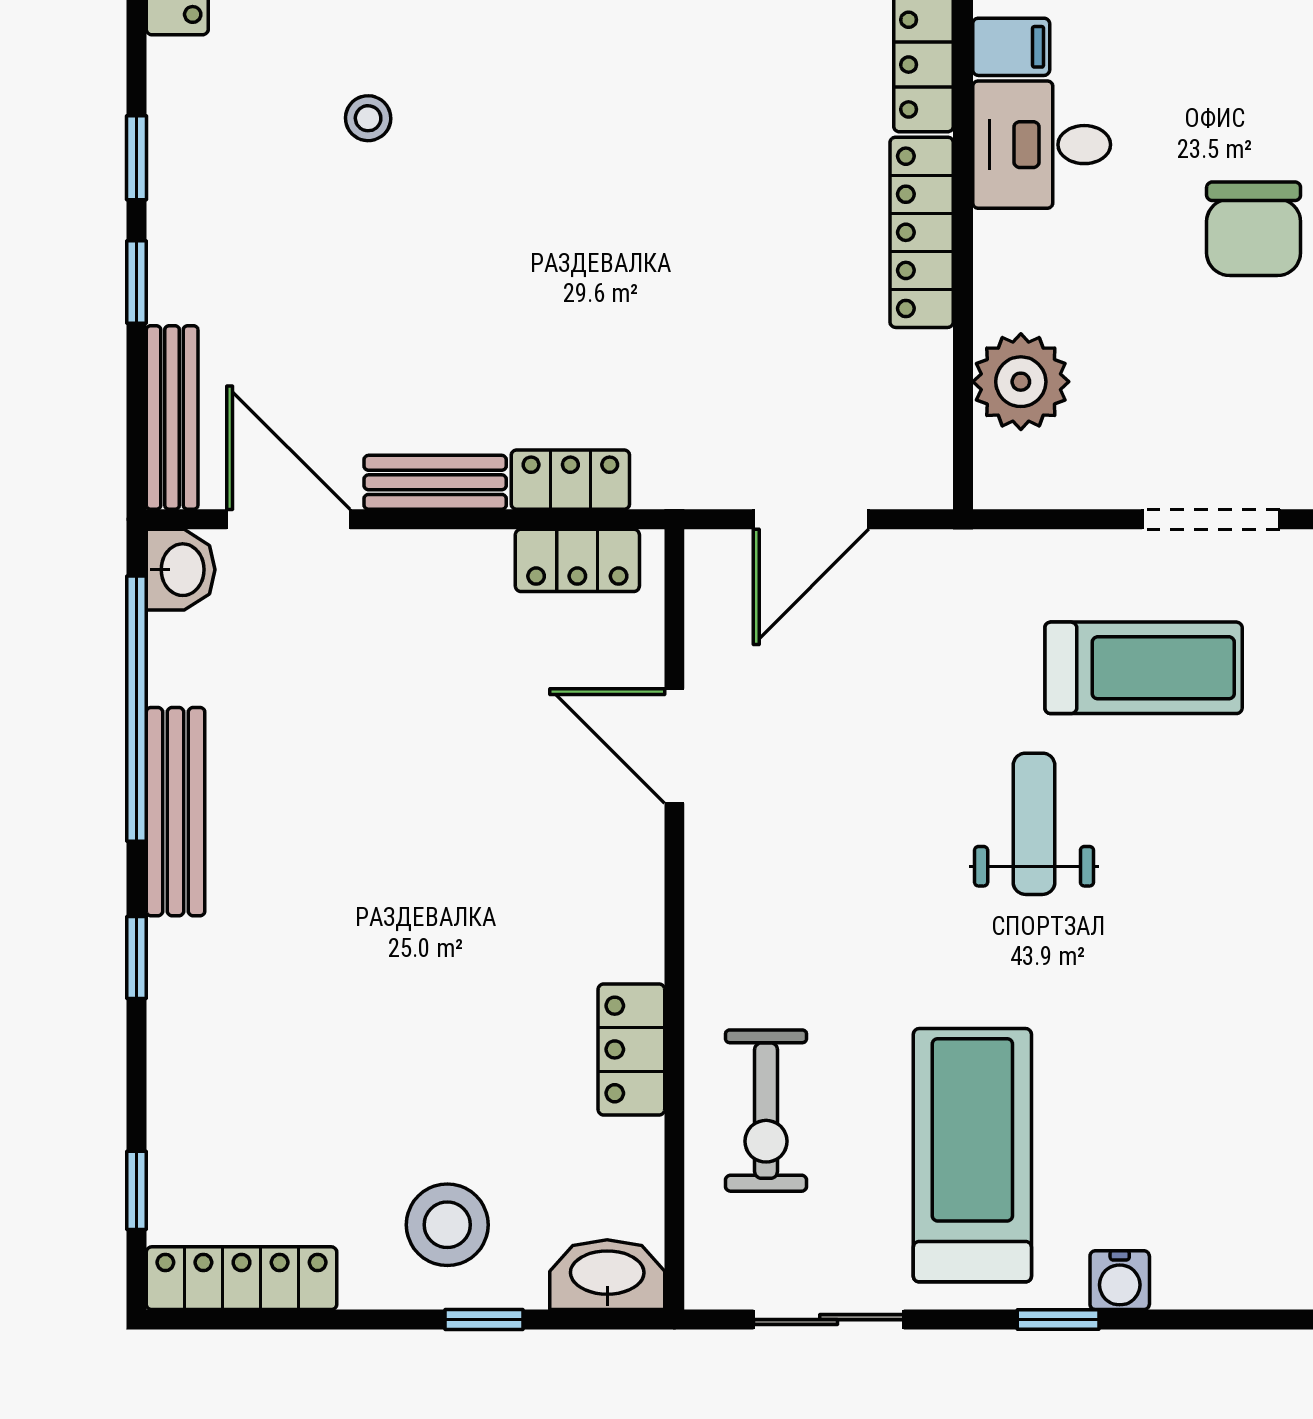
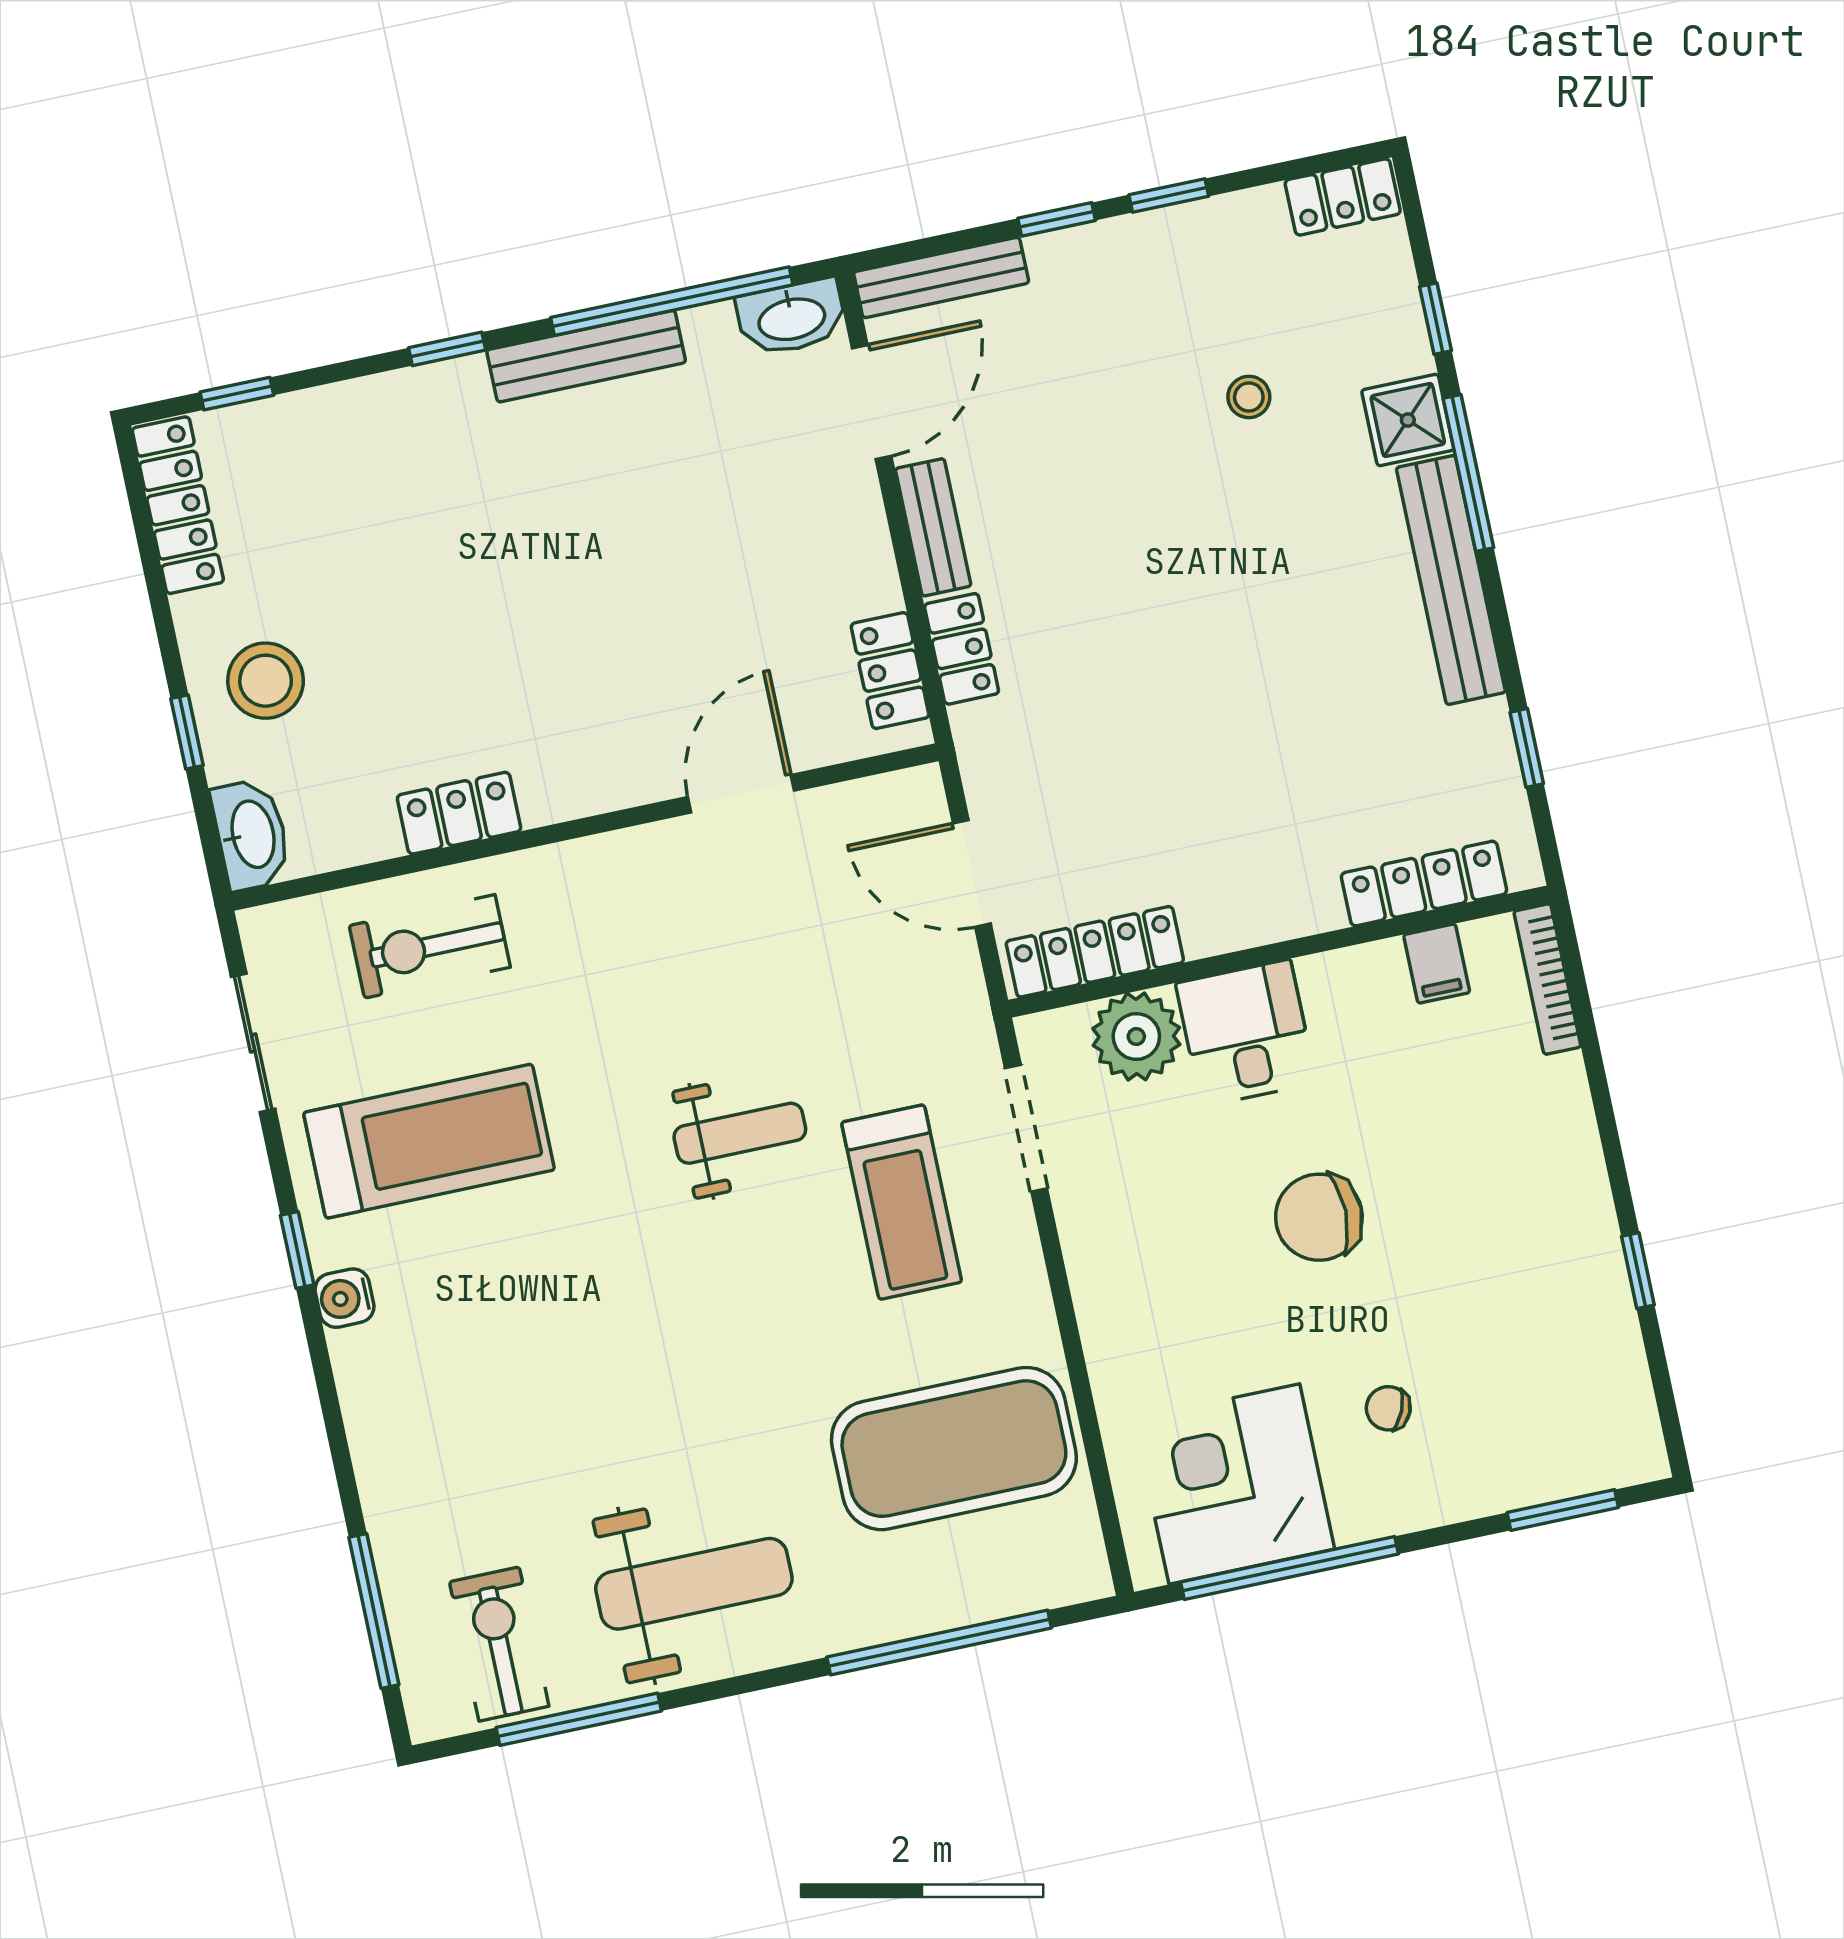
desk: (1042, 145) -> (1246, 1033), moved
locker: (922, 232) -> (1095, 952), moved
doorway: (1211, 519) -> (1026, 1128), moved
washbasin: (181, 570) -> (791, 317), width x1.38

